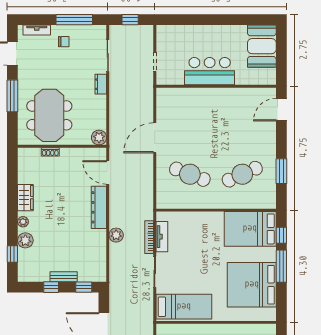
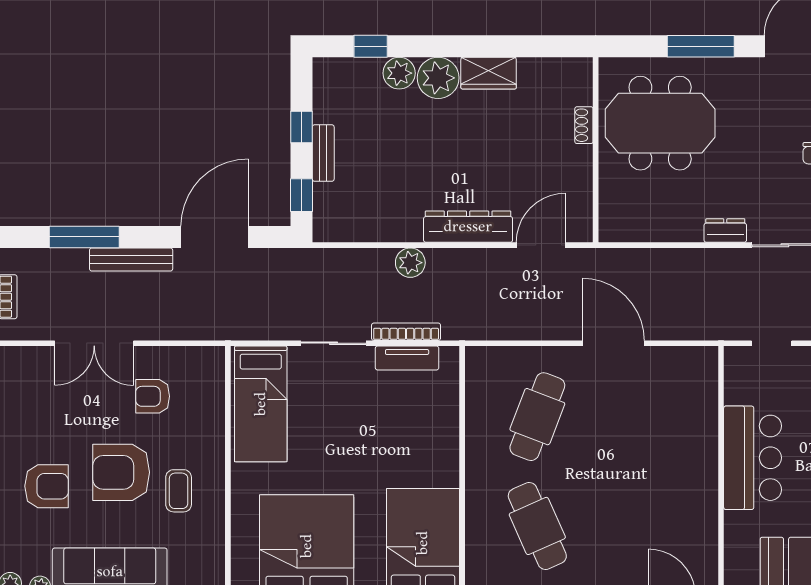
plant: (99, 138) -> (614, 227), removed
plant: (23, 222) -> (438, 78), width x1.87, depth x1.87

